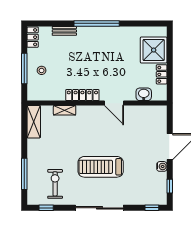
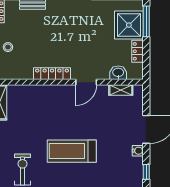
window: (170, 47) -> (146, 21), added
door: (114, 103) -> (86, 82), hinge flipped
shelving: (65, 110) -> (121, 90), moved

